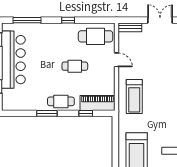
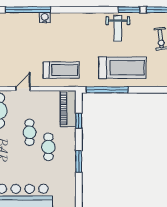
cafe table: (61, 101) -> (48, 147), moved
window: (115, 140) -> (107, 90), added

